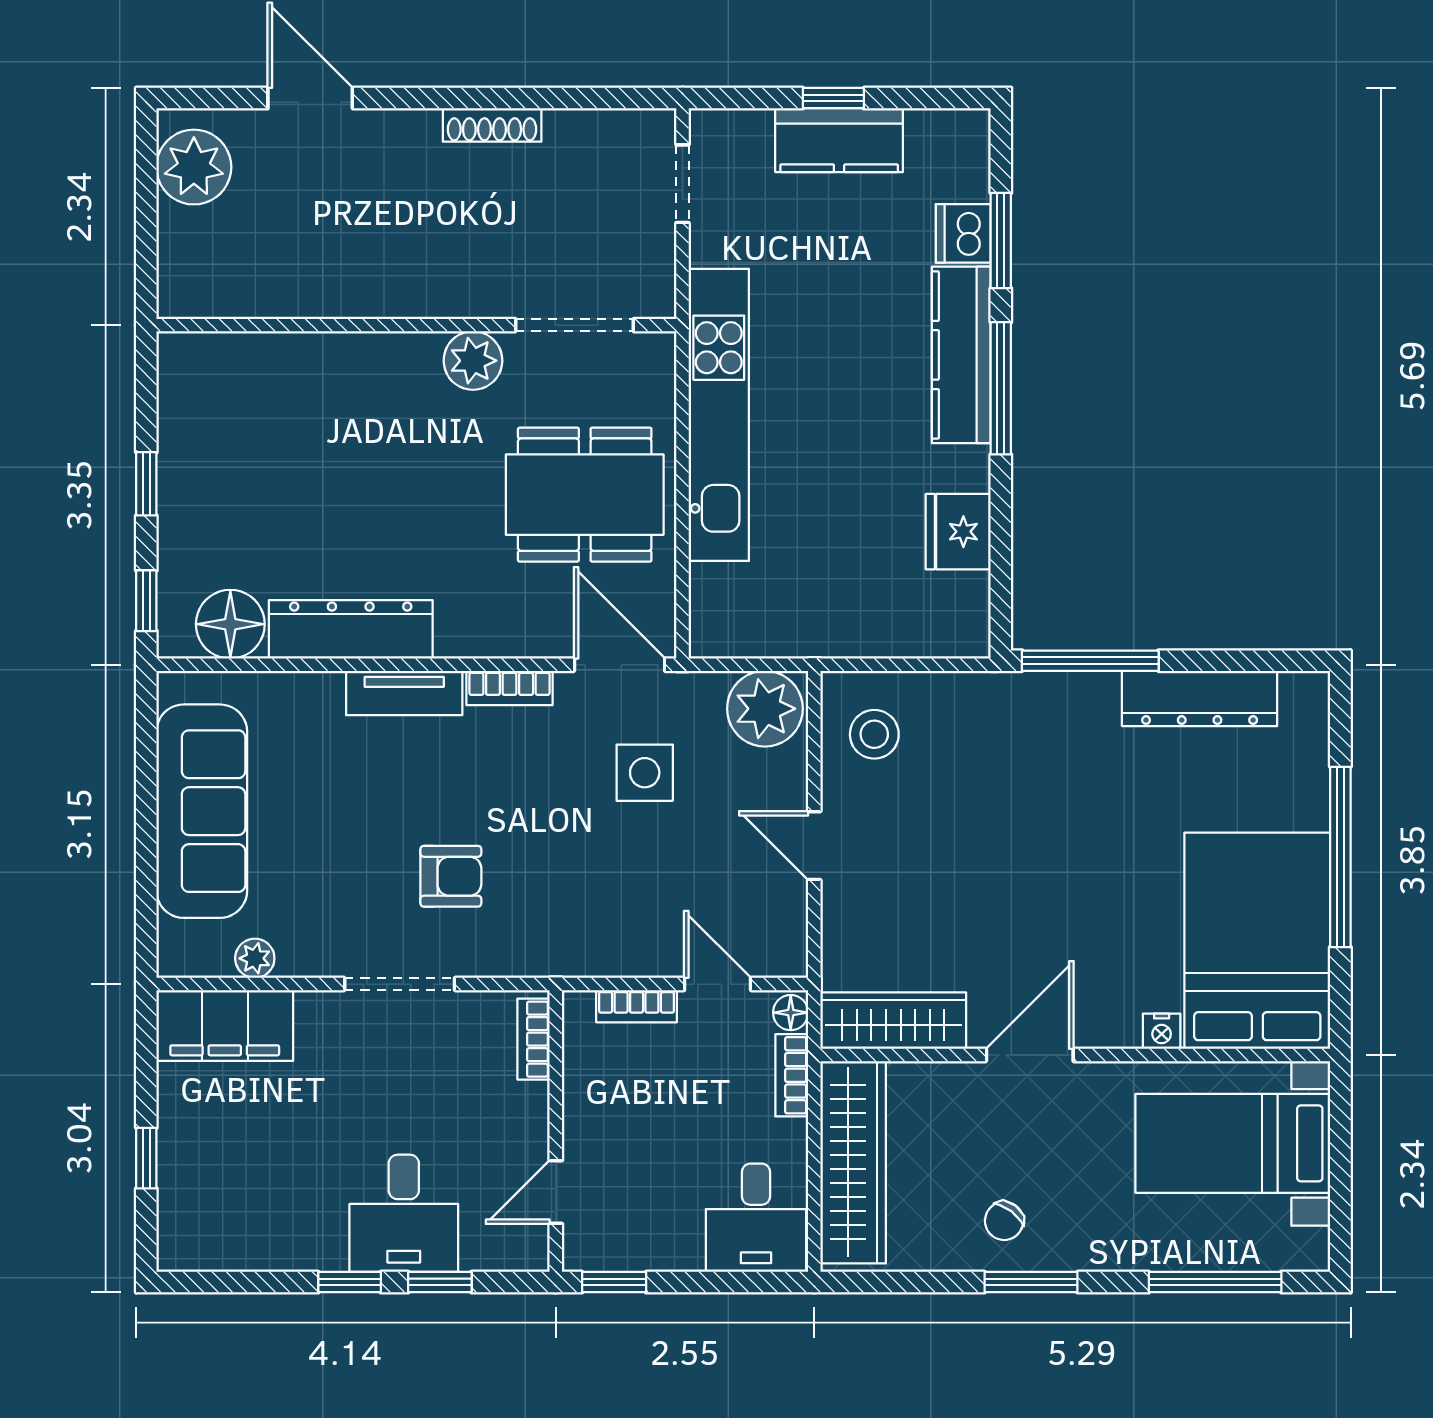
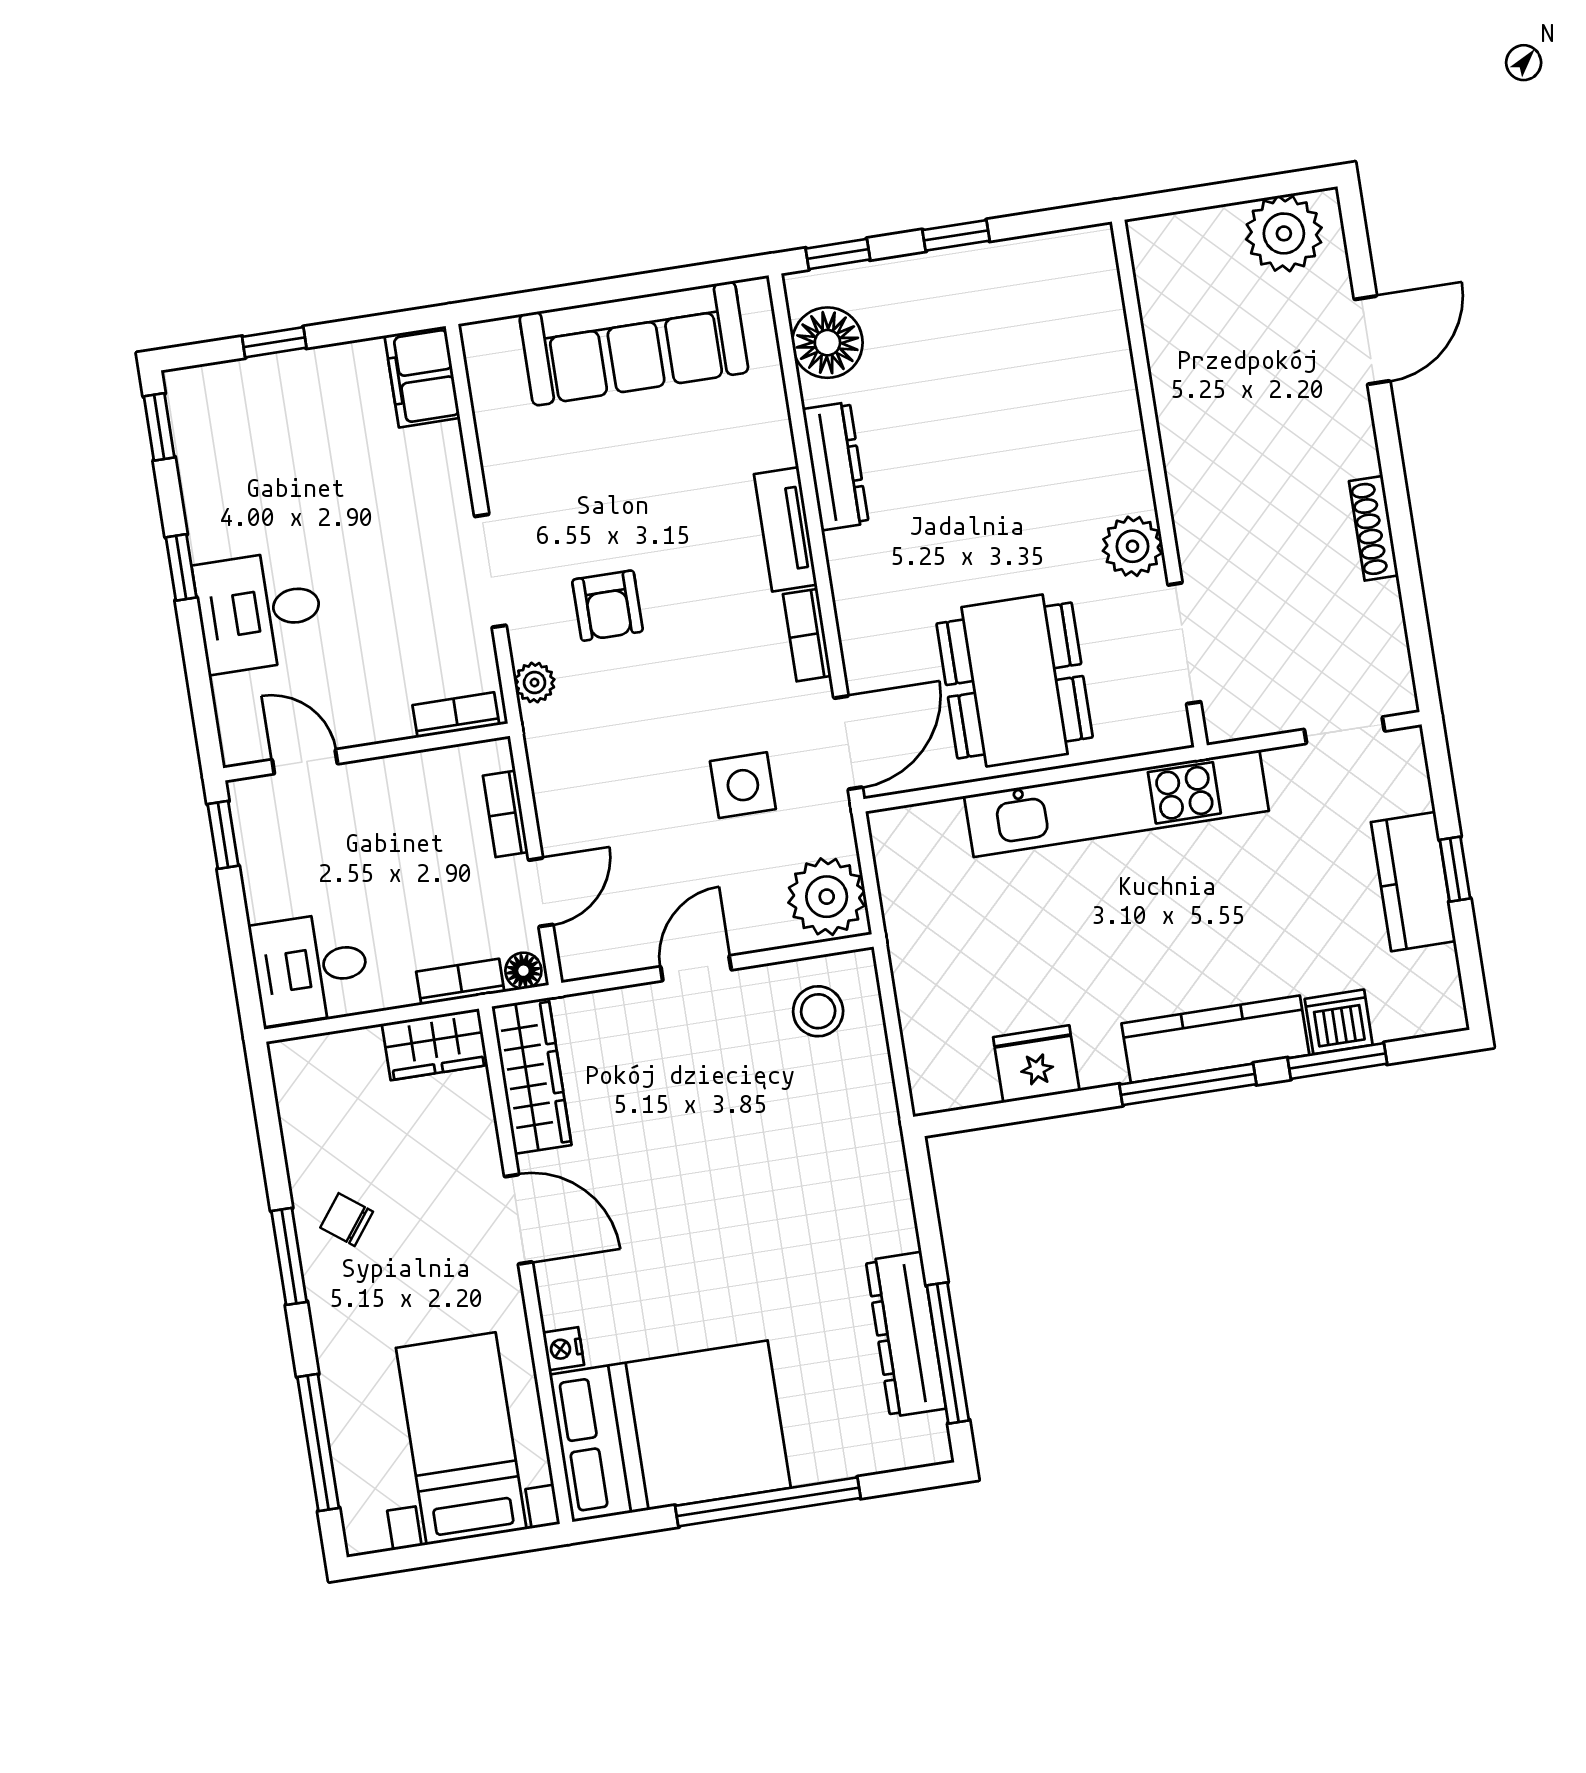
dresser: (351, 629) -> (835, 466), width x0.73, depth x0.80
window: (1090, 661) -> (948, 1353), moved
plant: (255, 958) -> (535, 683), moved
filing cabinet: (225, 1026) -> (422, 377), width x0.67, depth x0.86
wardrobe: (853, 1162) -> (435, 1044), width x0.48, depth x0.85
window: (440, 1282) -> (159, 427), moved

